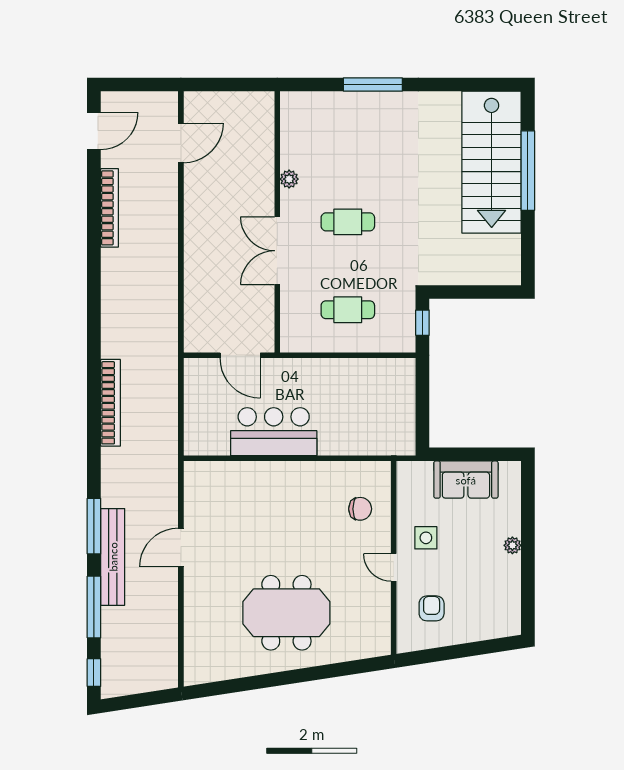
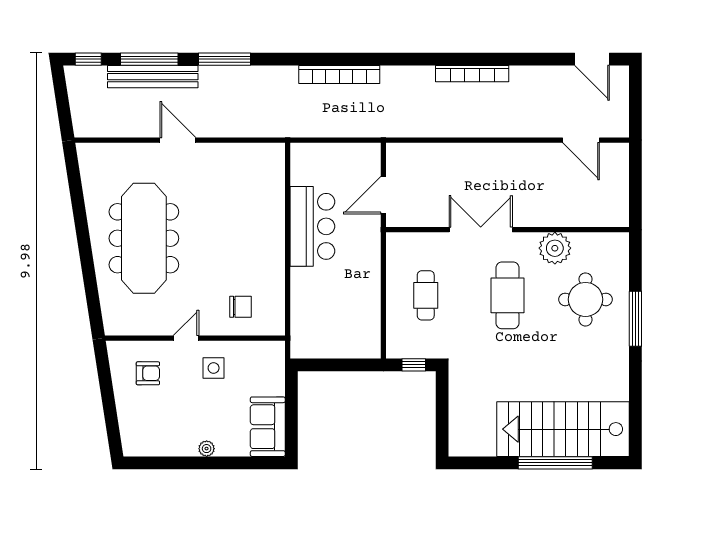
round table: (352, 138) -> (585, 299), added
plant: (289, 179) -> (555, 248), width x1.88, depth x1.88
bookcase: (110, 208) -> (472, 74), moved
cafe table: (348, 222) -> (508, 295), width x1.37, depth x1.35
sofa: (466, 480) -> (268, 427), moved
chair: (360, 509) -> (241, 307), turned -90
door: (181, 548) -> (178, 140), moved
bench: (113, 557) -> (153, 77), moved
meeting table: (286, 613) -> (144, 238), width x1.36

